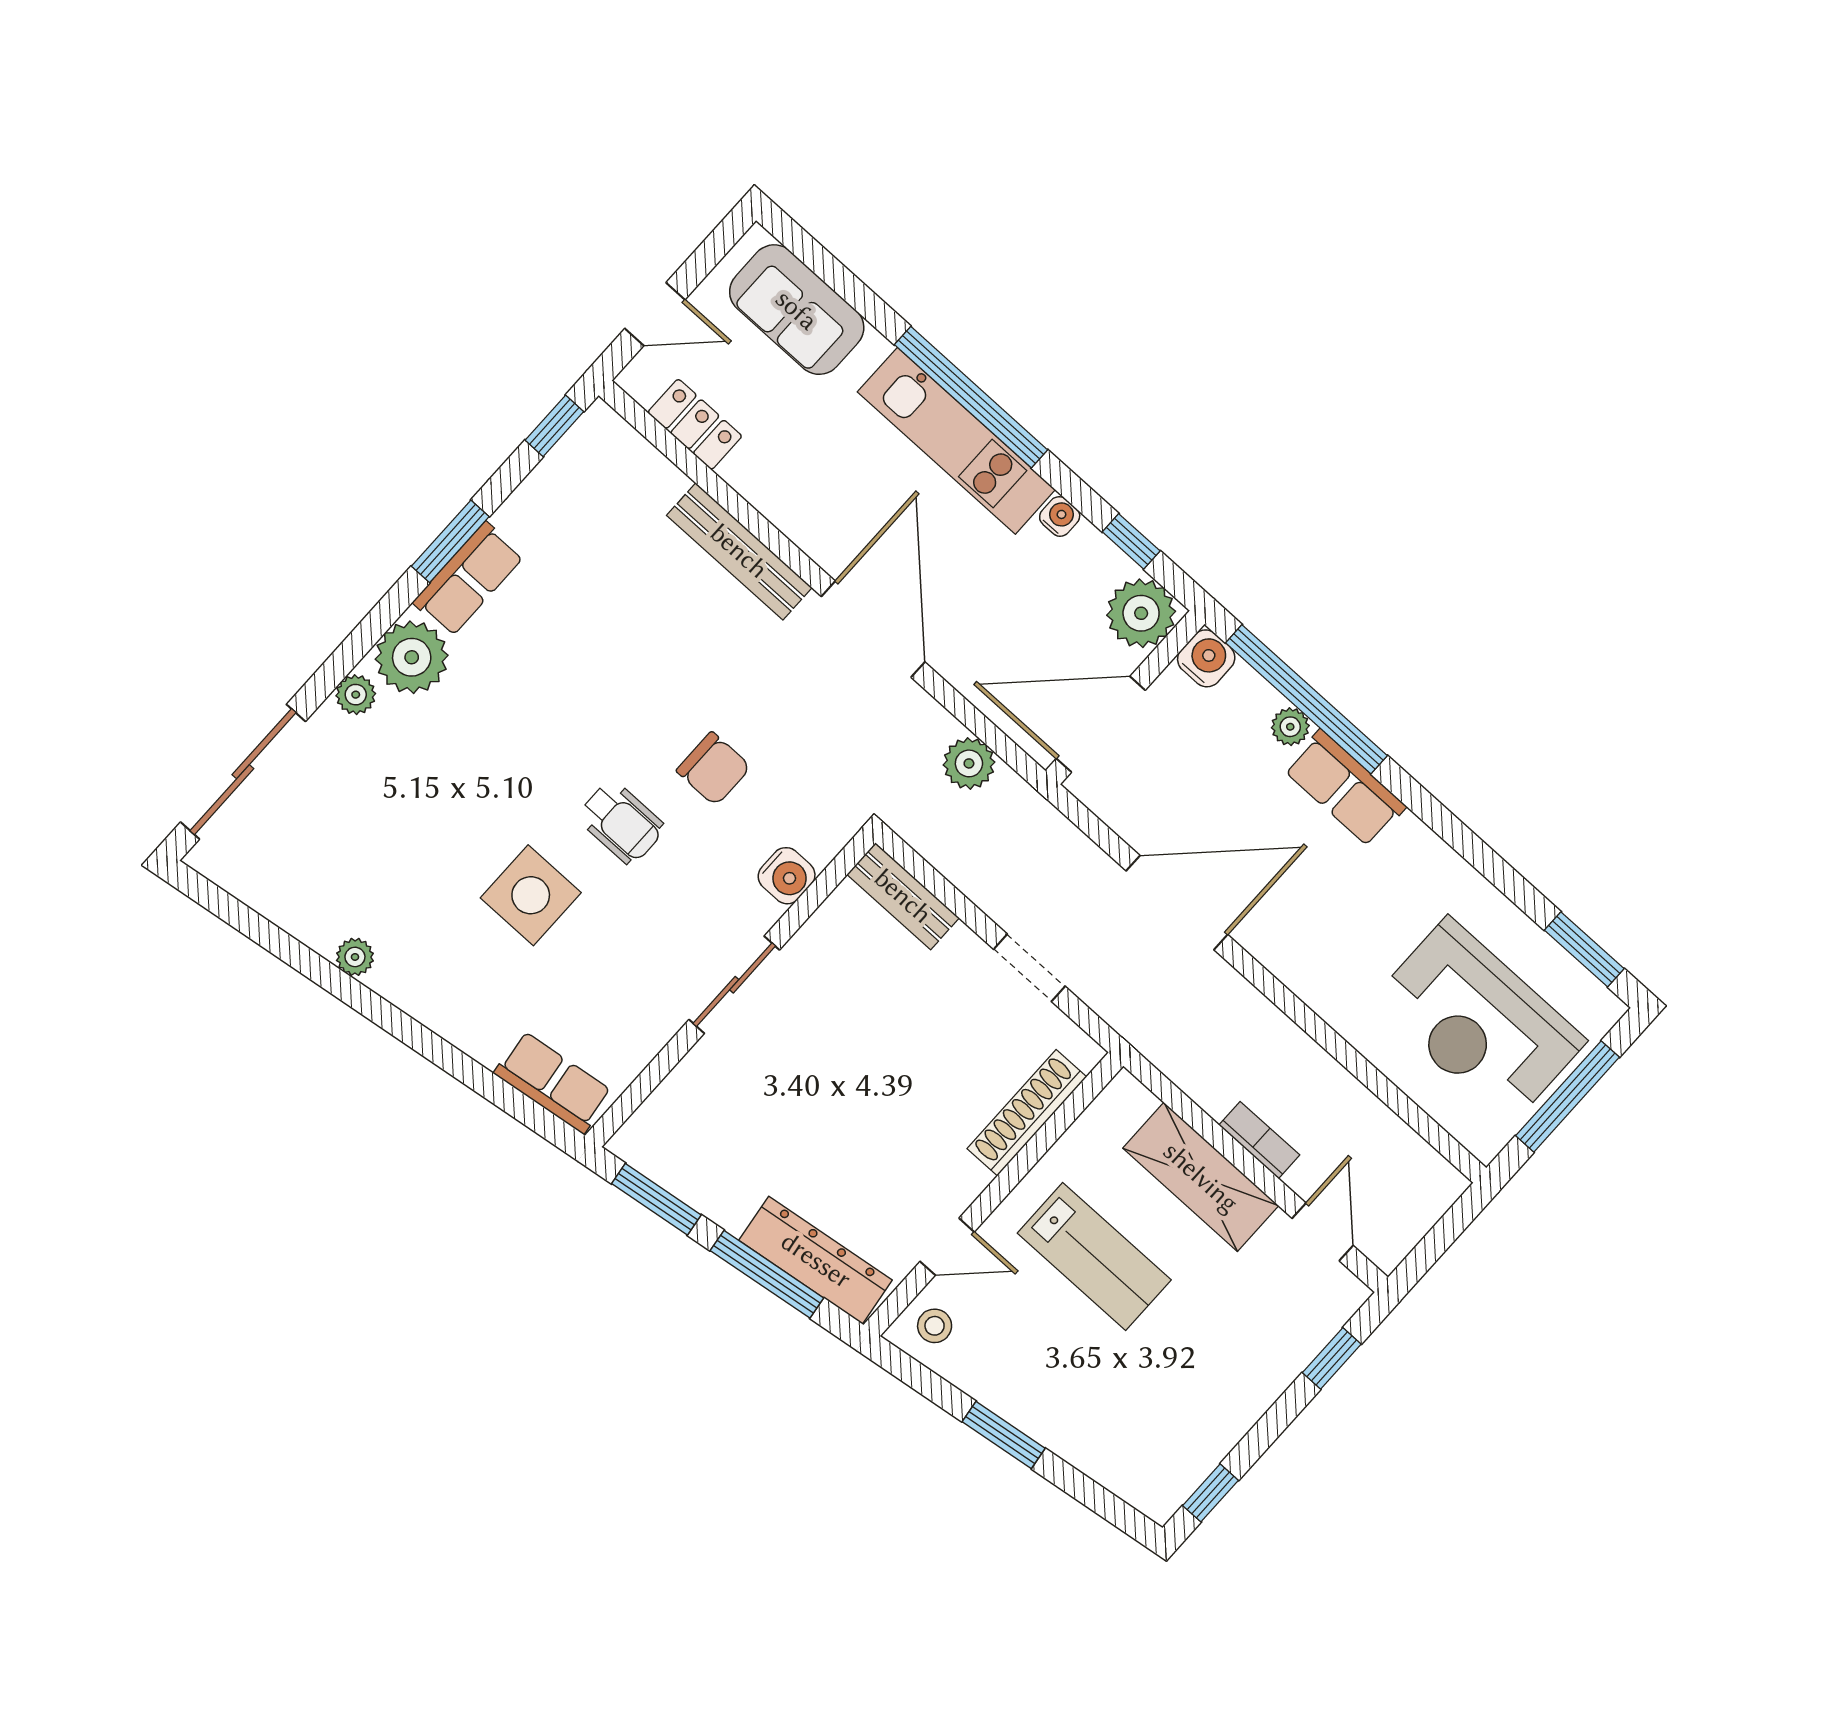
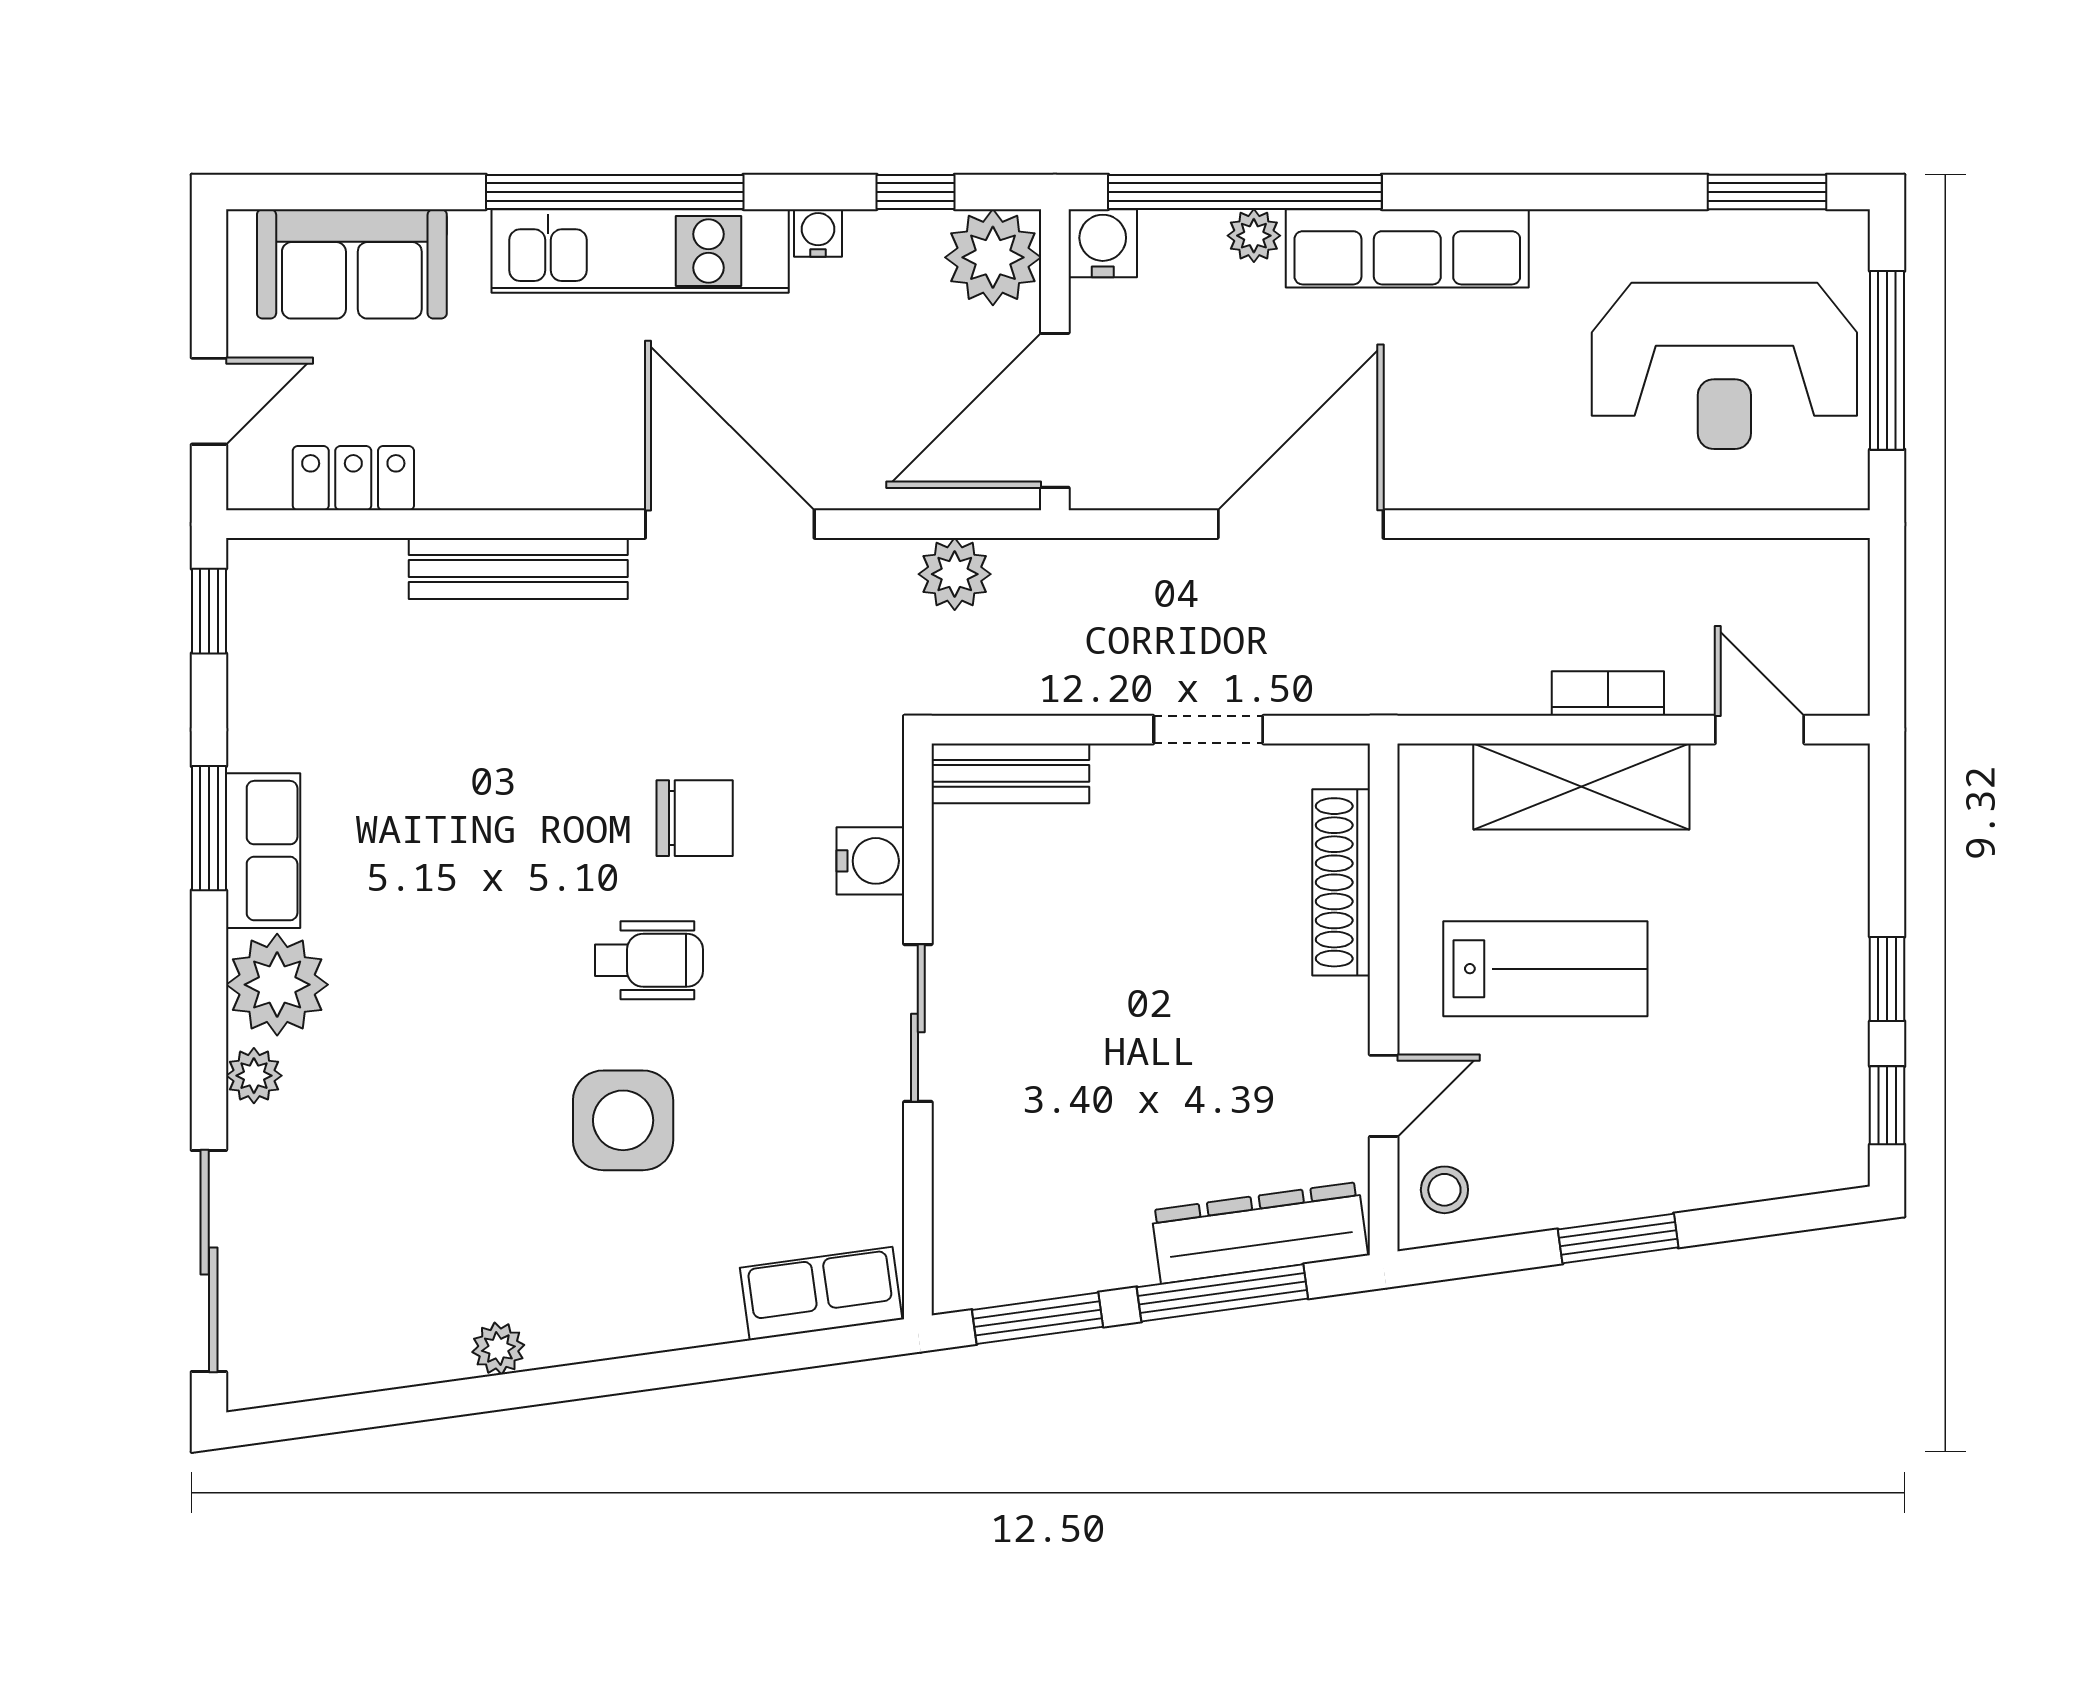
row of seats: (1345, 788) -> (1407, 248), width x1.48
window: (1332, 1358) -> (1887, 979), moved

